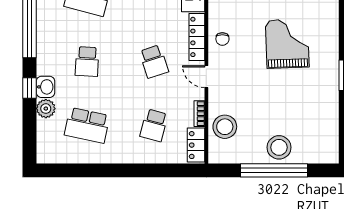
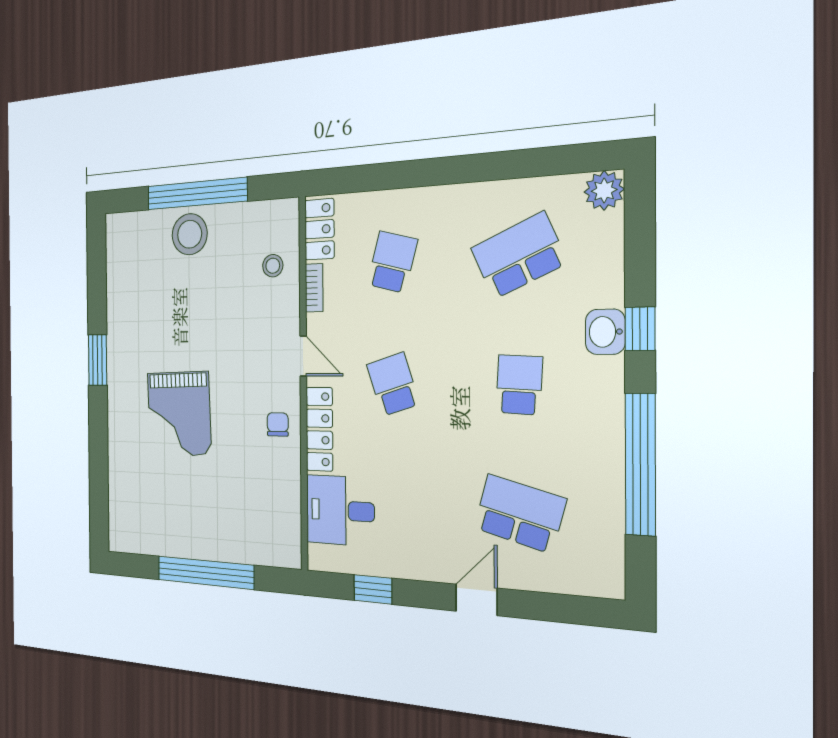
plant: (46, 109) -> (604, 190), moved
school desk: (87, 125) -> (519, 255), turned -36
stool: (225, 127) -> (273, 266), width x0.53, depth x0.53

